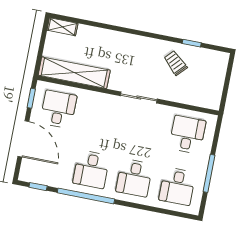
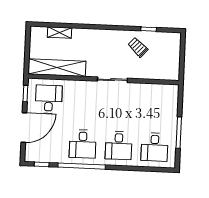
shelving: (62, 27) -> (59, 32), moved
desk: (187, 135) -> (156, 104), removed
door: (23, 139) -> (24, 127), hinge flipped

